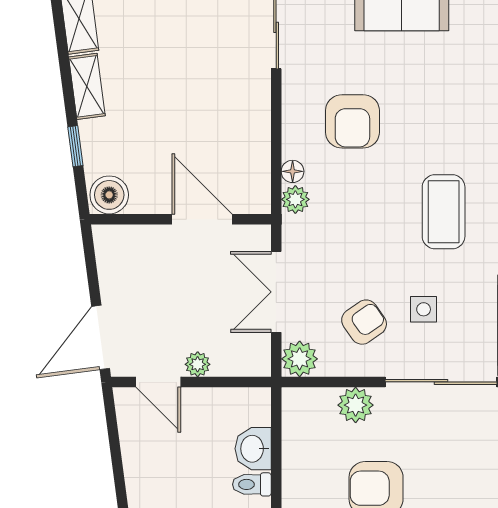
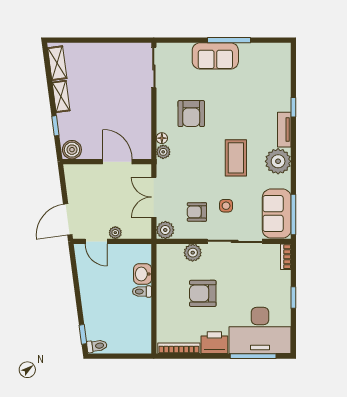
armchair: (364, 322) -> (197, 212), turned -145

